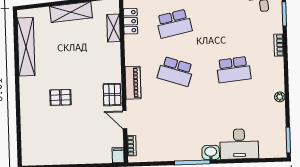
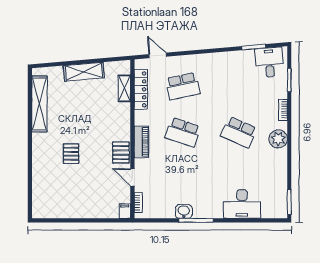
locker: (130, 21) -> (141, 89), width x1.53
school desk: (234, 70) -> (239, 132), turned 30
pallet: (60, 97) -> (71, 154), turned 90
plant: (280, 97) -> (278, 139), moved, width x1.88, depth x1.88
washbasin: (211, 153) -> (184, 211), moved

